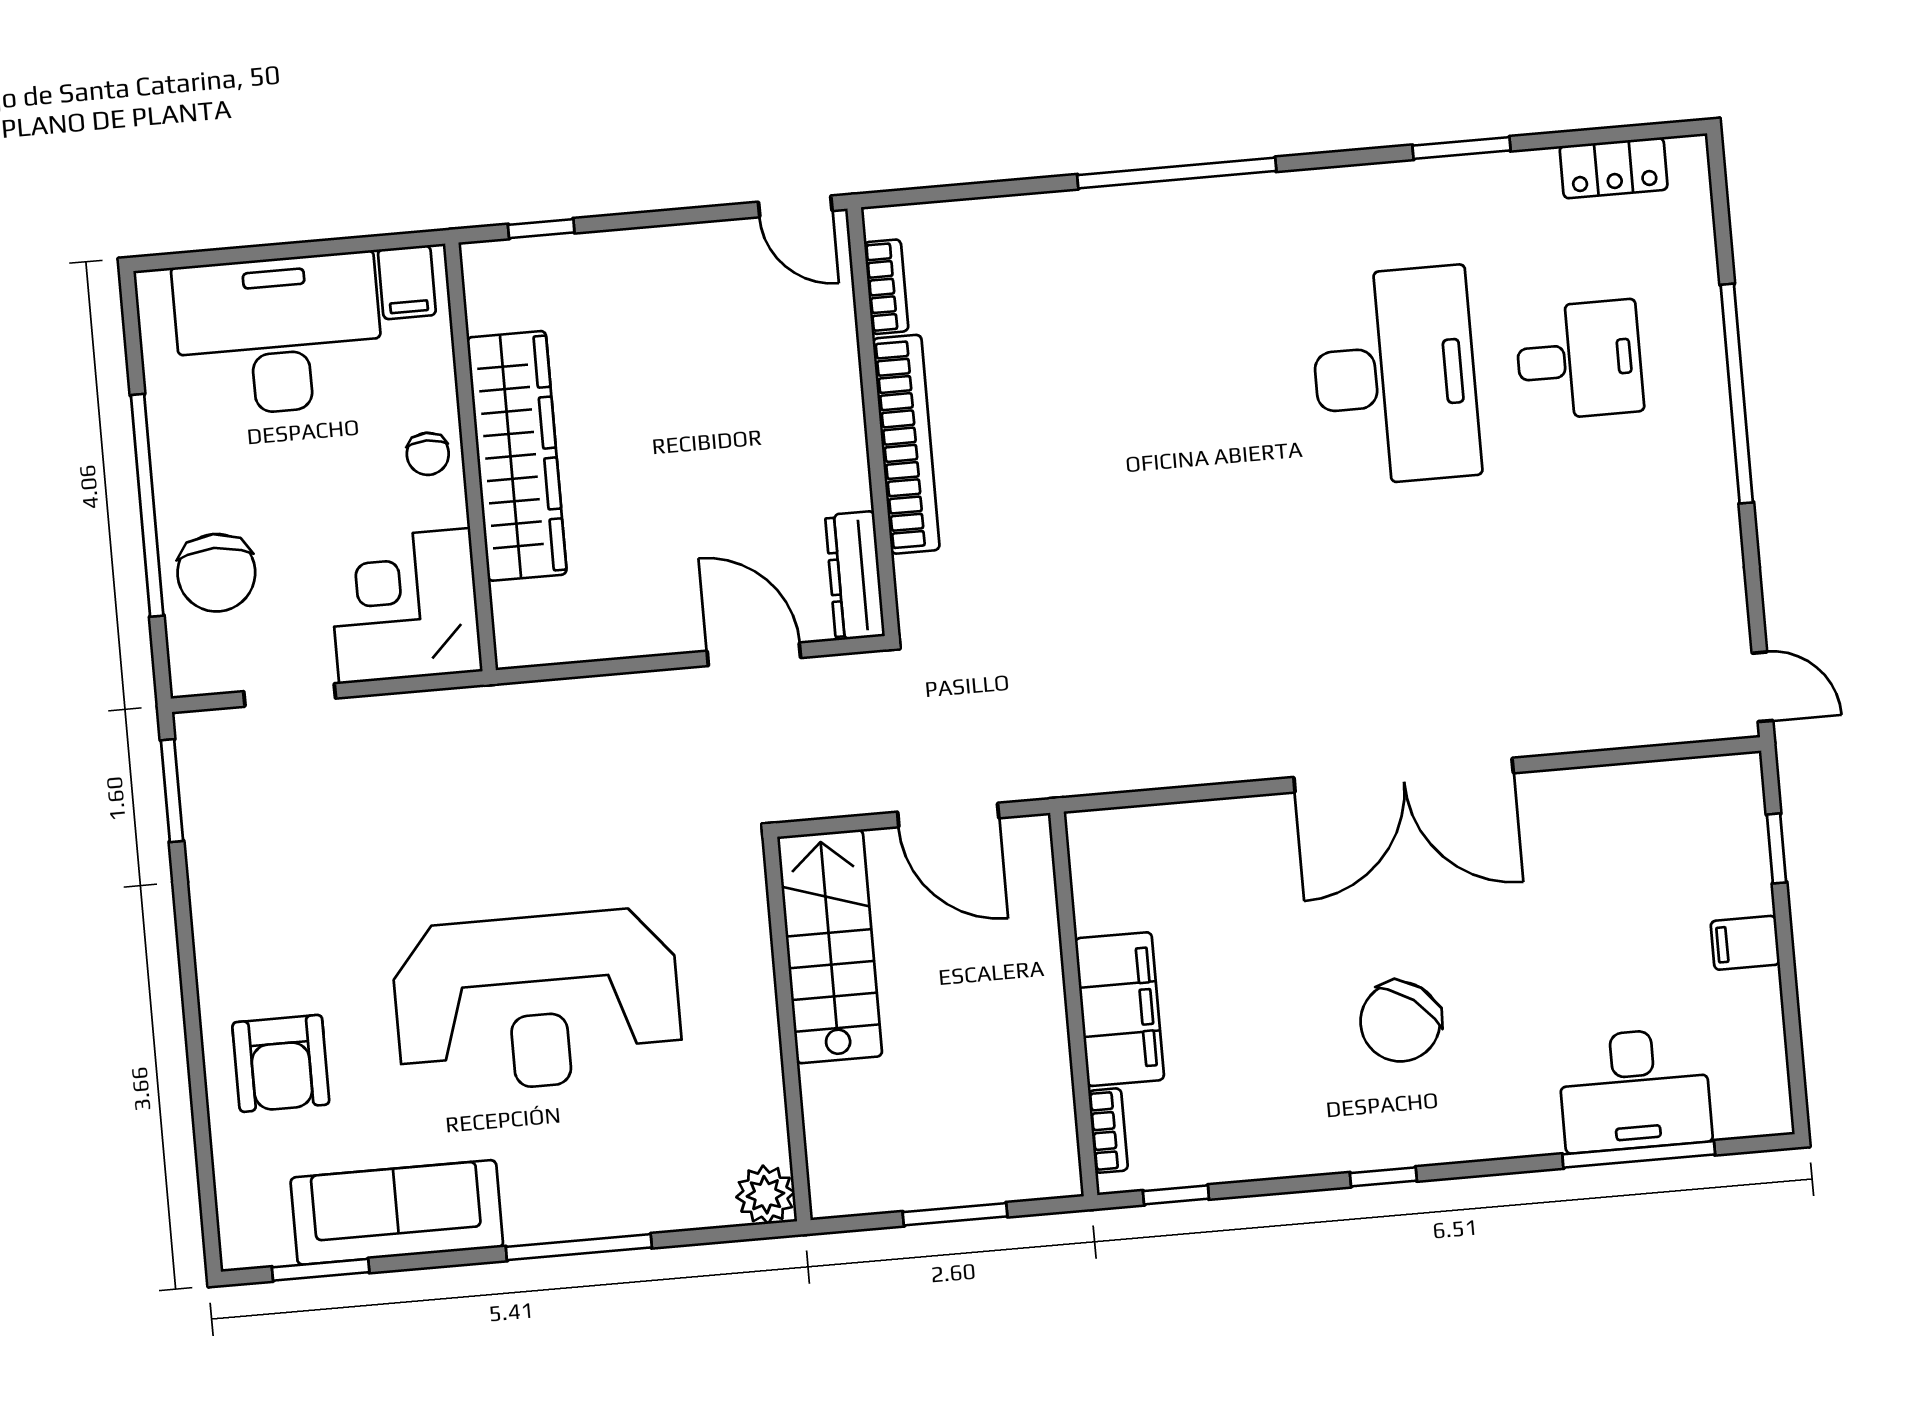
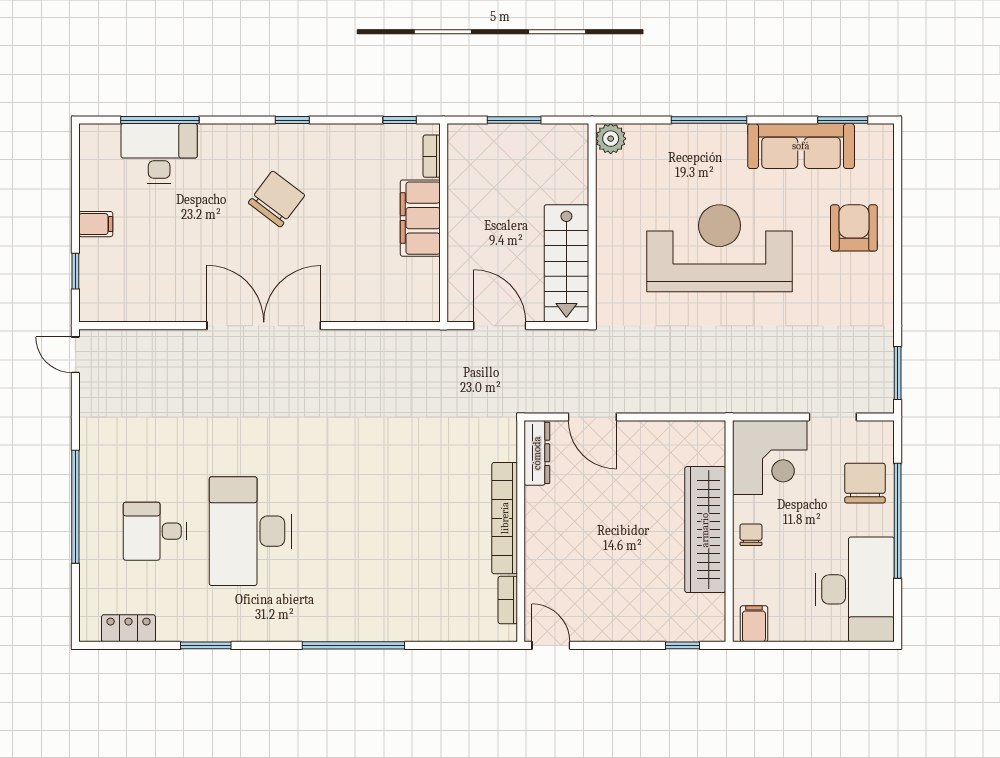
desk: (278, 335) -> (855, 589), moved, turned -90

